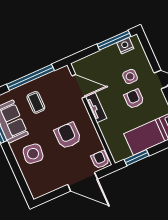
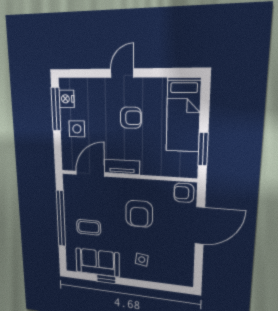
side table: (130, 76) -> (77, 129), moved
armchair: (134, 99) -> (131, 118), turned 180
armchair: (68, 136) -> (139, 214), turned -90
side table: (33, 154) -> (142, 260), width x0.54, depth x0.54

